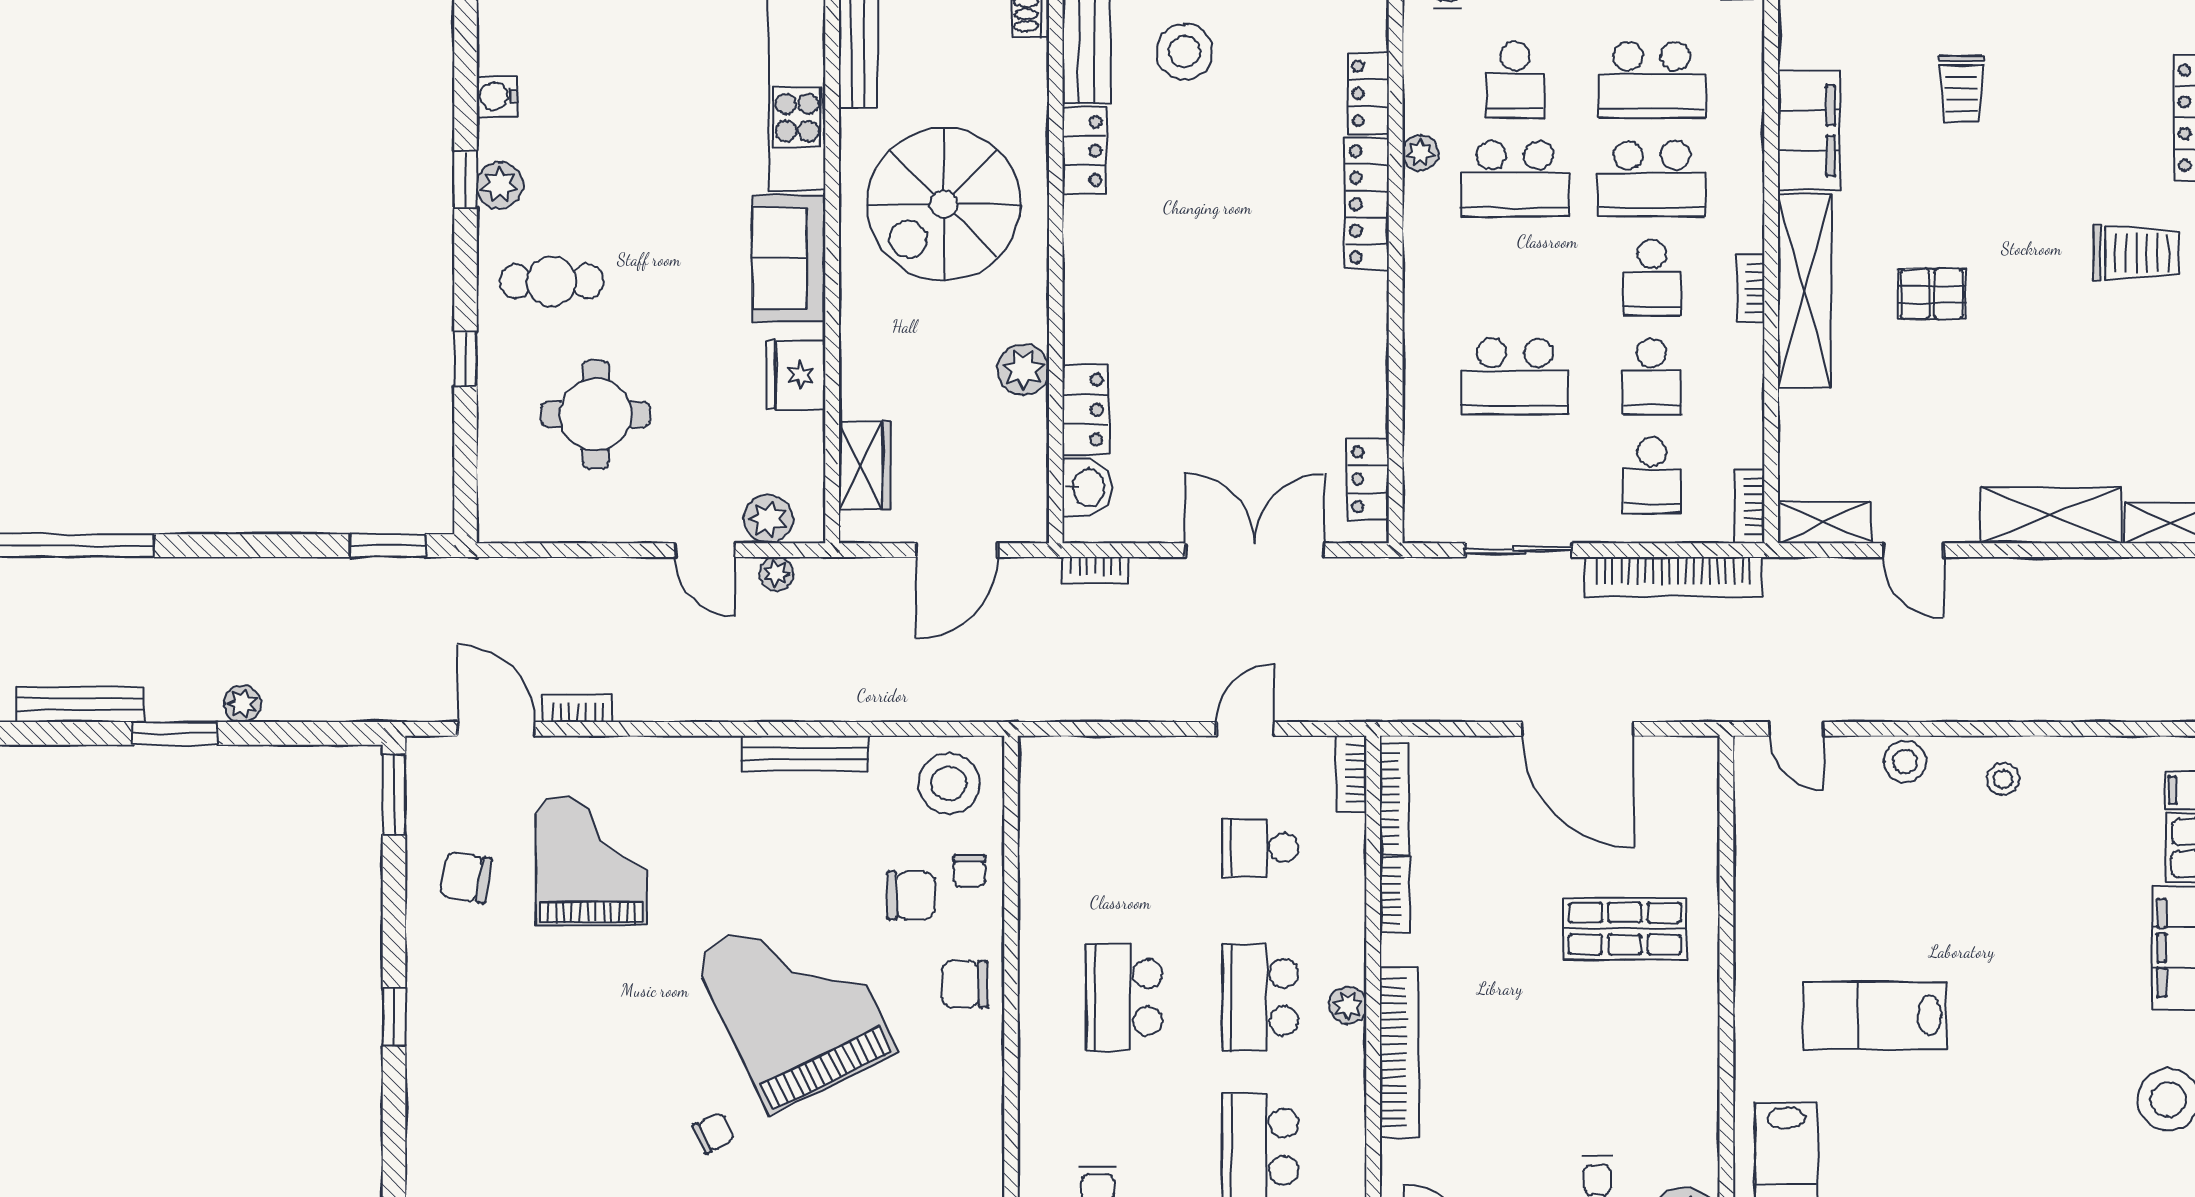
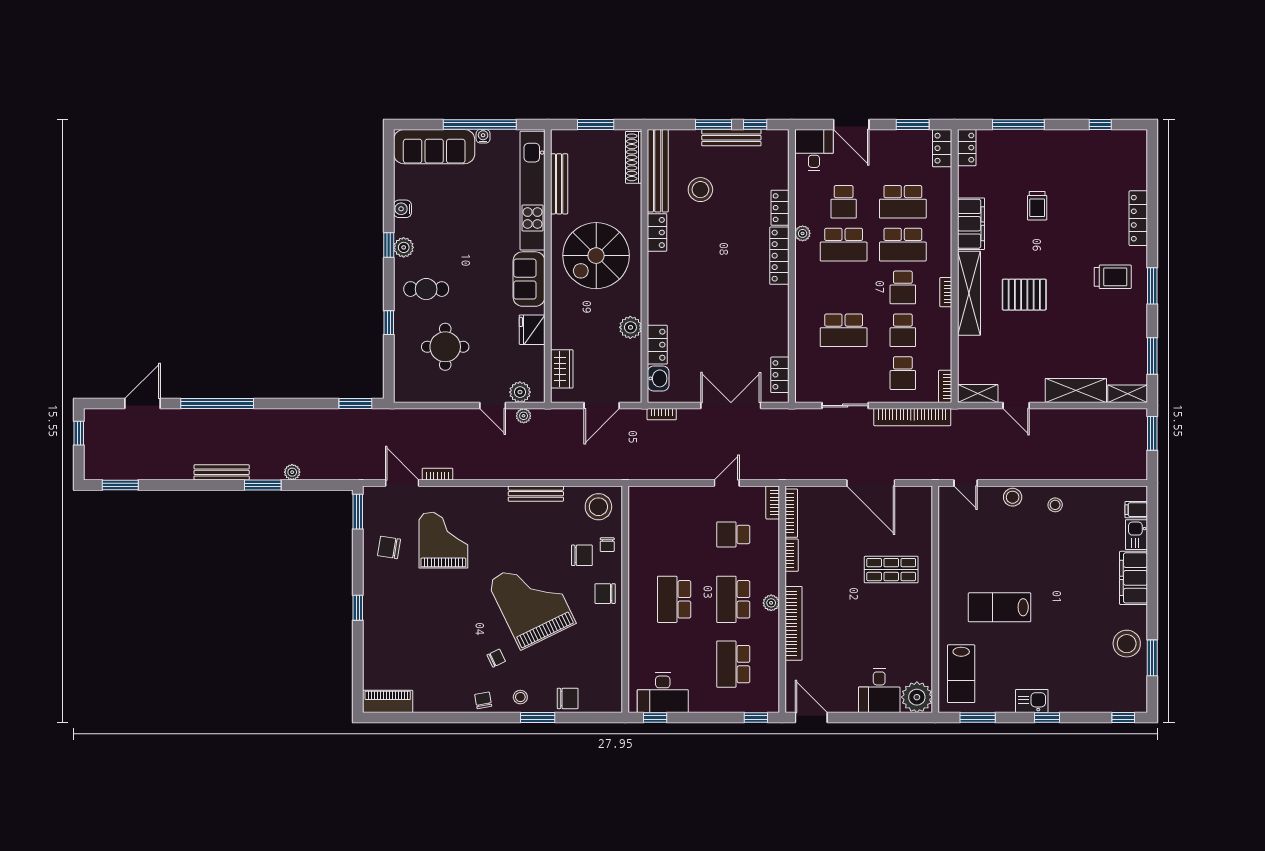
pallet: (1932, 294) -> (1024, 295), width x1.50, depth x1.42

